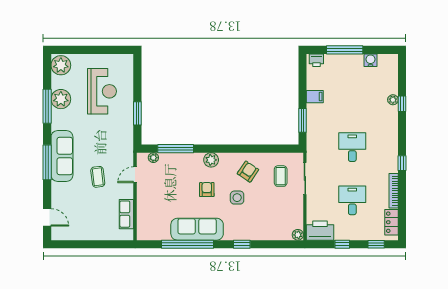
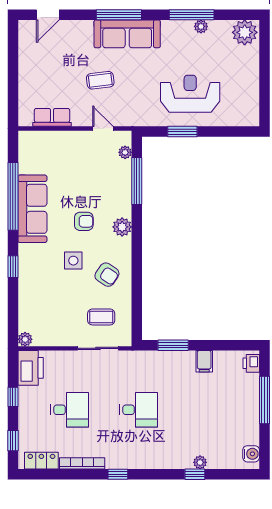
water cooler: (371, 60) -> (251, 454), moved
reception desk: (102, 91) -> (190, 94), moved, turned 180
plant: (61, 99) -> (201, 26), width x0.53, depth x0.53

